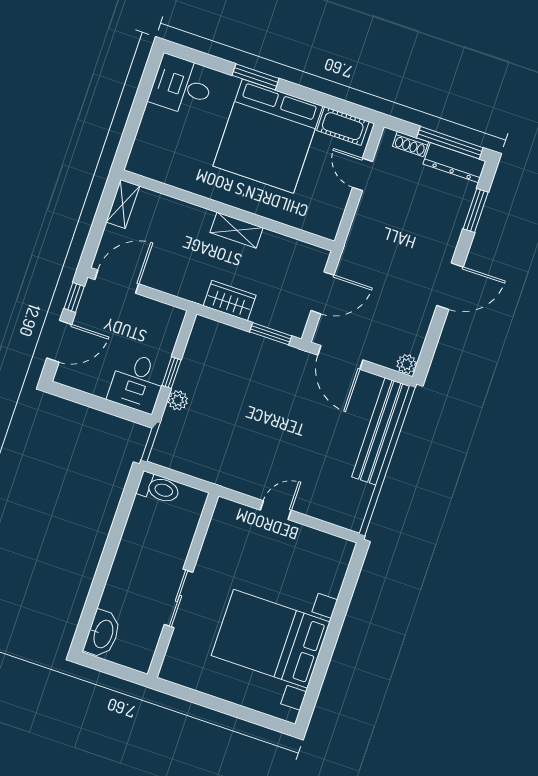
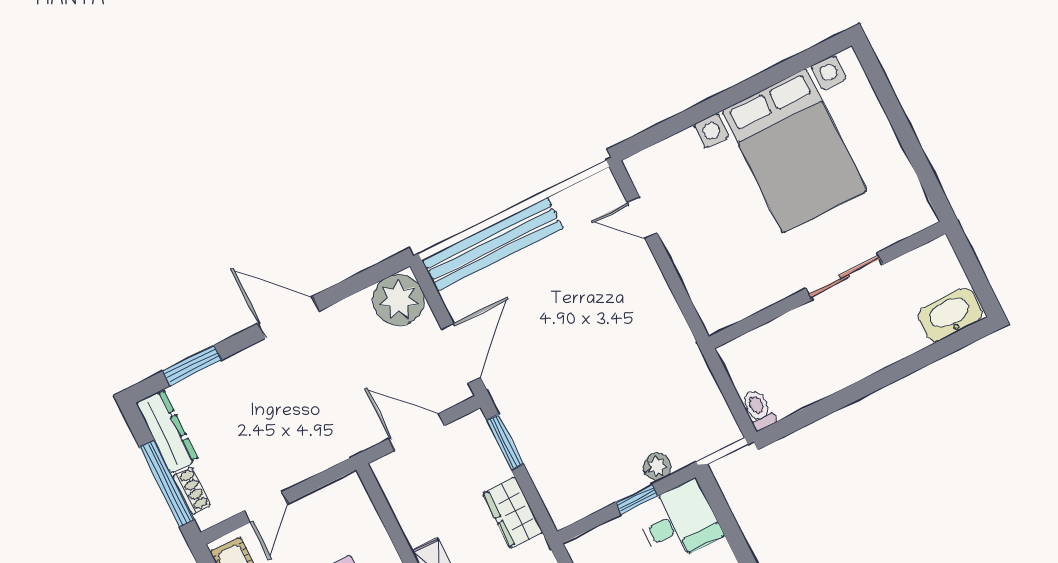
window: (450, 143) -> (167, 484), moved
plant: (407, 364) -> (399, 300), width x1.88, depth x1.88
toilet: (158, 488) -> (758, 409), width x0.73, depth x0.72
door: (276, 510) -> (642, 218), moved

